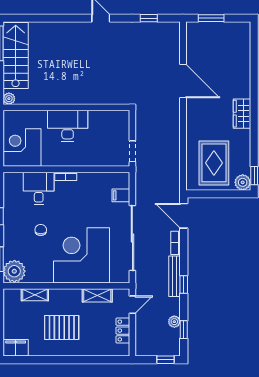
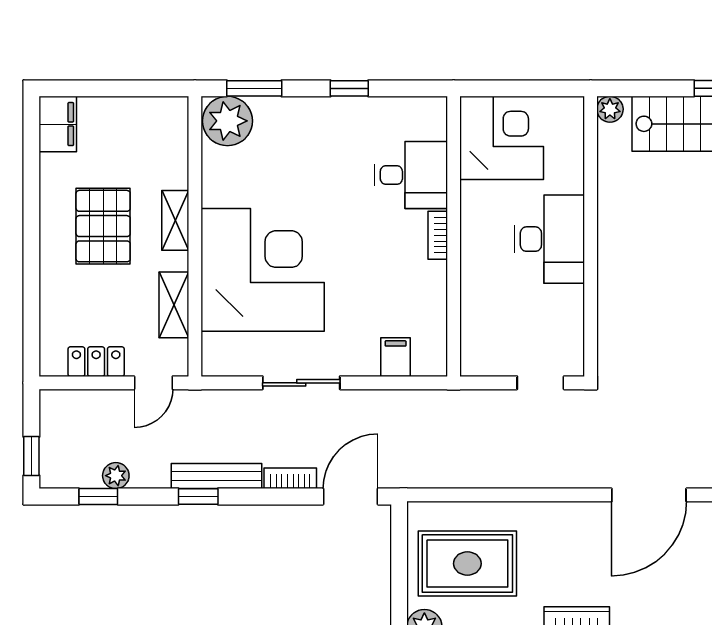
doorway: (132, 151) -> (540, 383), moved
chair: (41, 230) -> (319, 180), removed
sliding door: (132, 238) -> (301, 383), width x0.54
shelving: (35, 295) -> (175, 220), moved
door: (132, 305) -> (153, 383), hinge flipped

